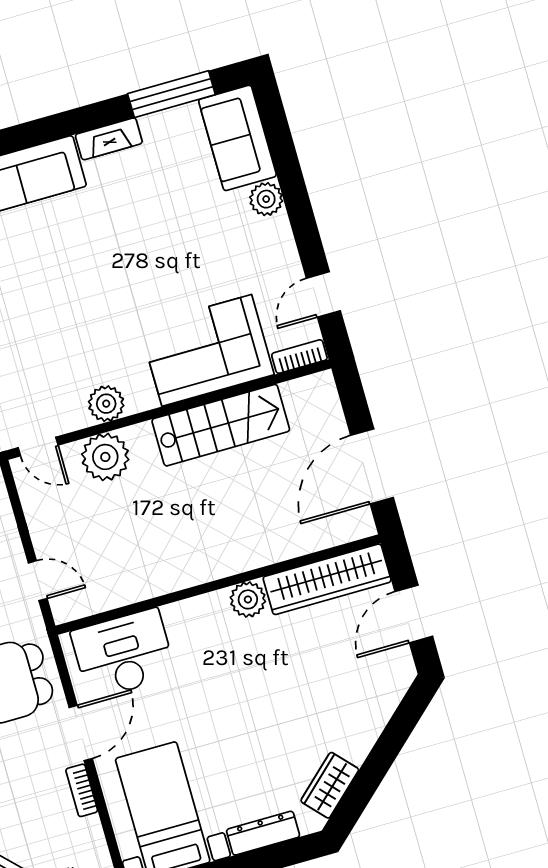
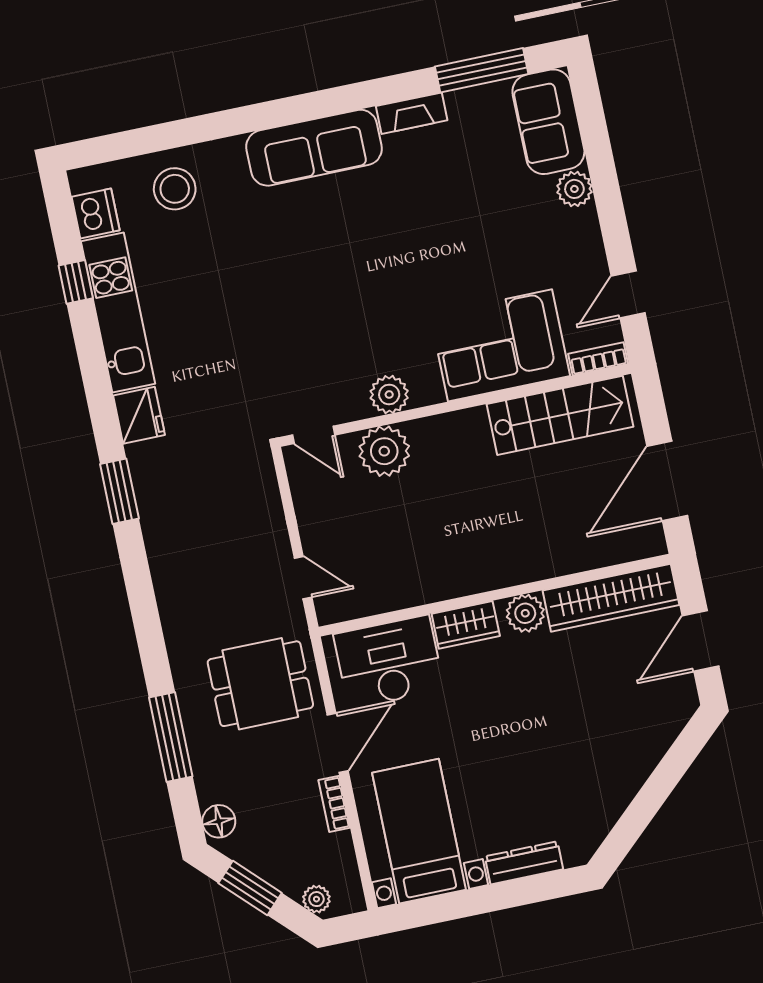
stairs: (221, 425) -> (560, 415), moved
wardrobe: (330, 785) -> (466, 625), moved, turned -137

